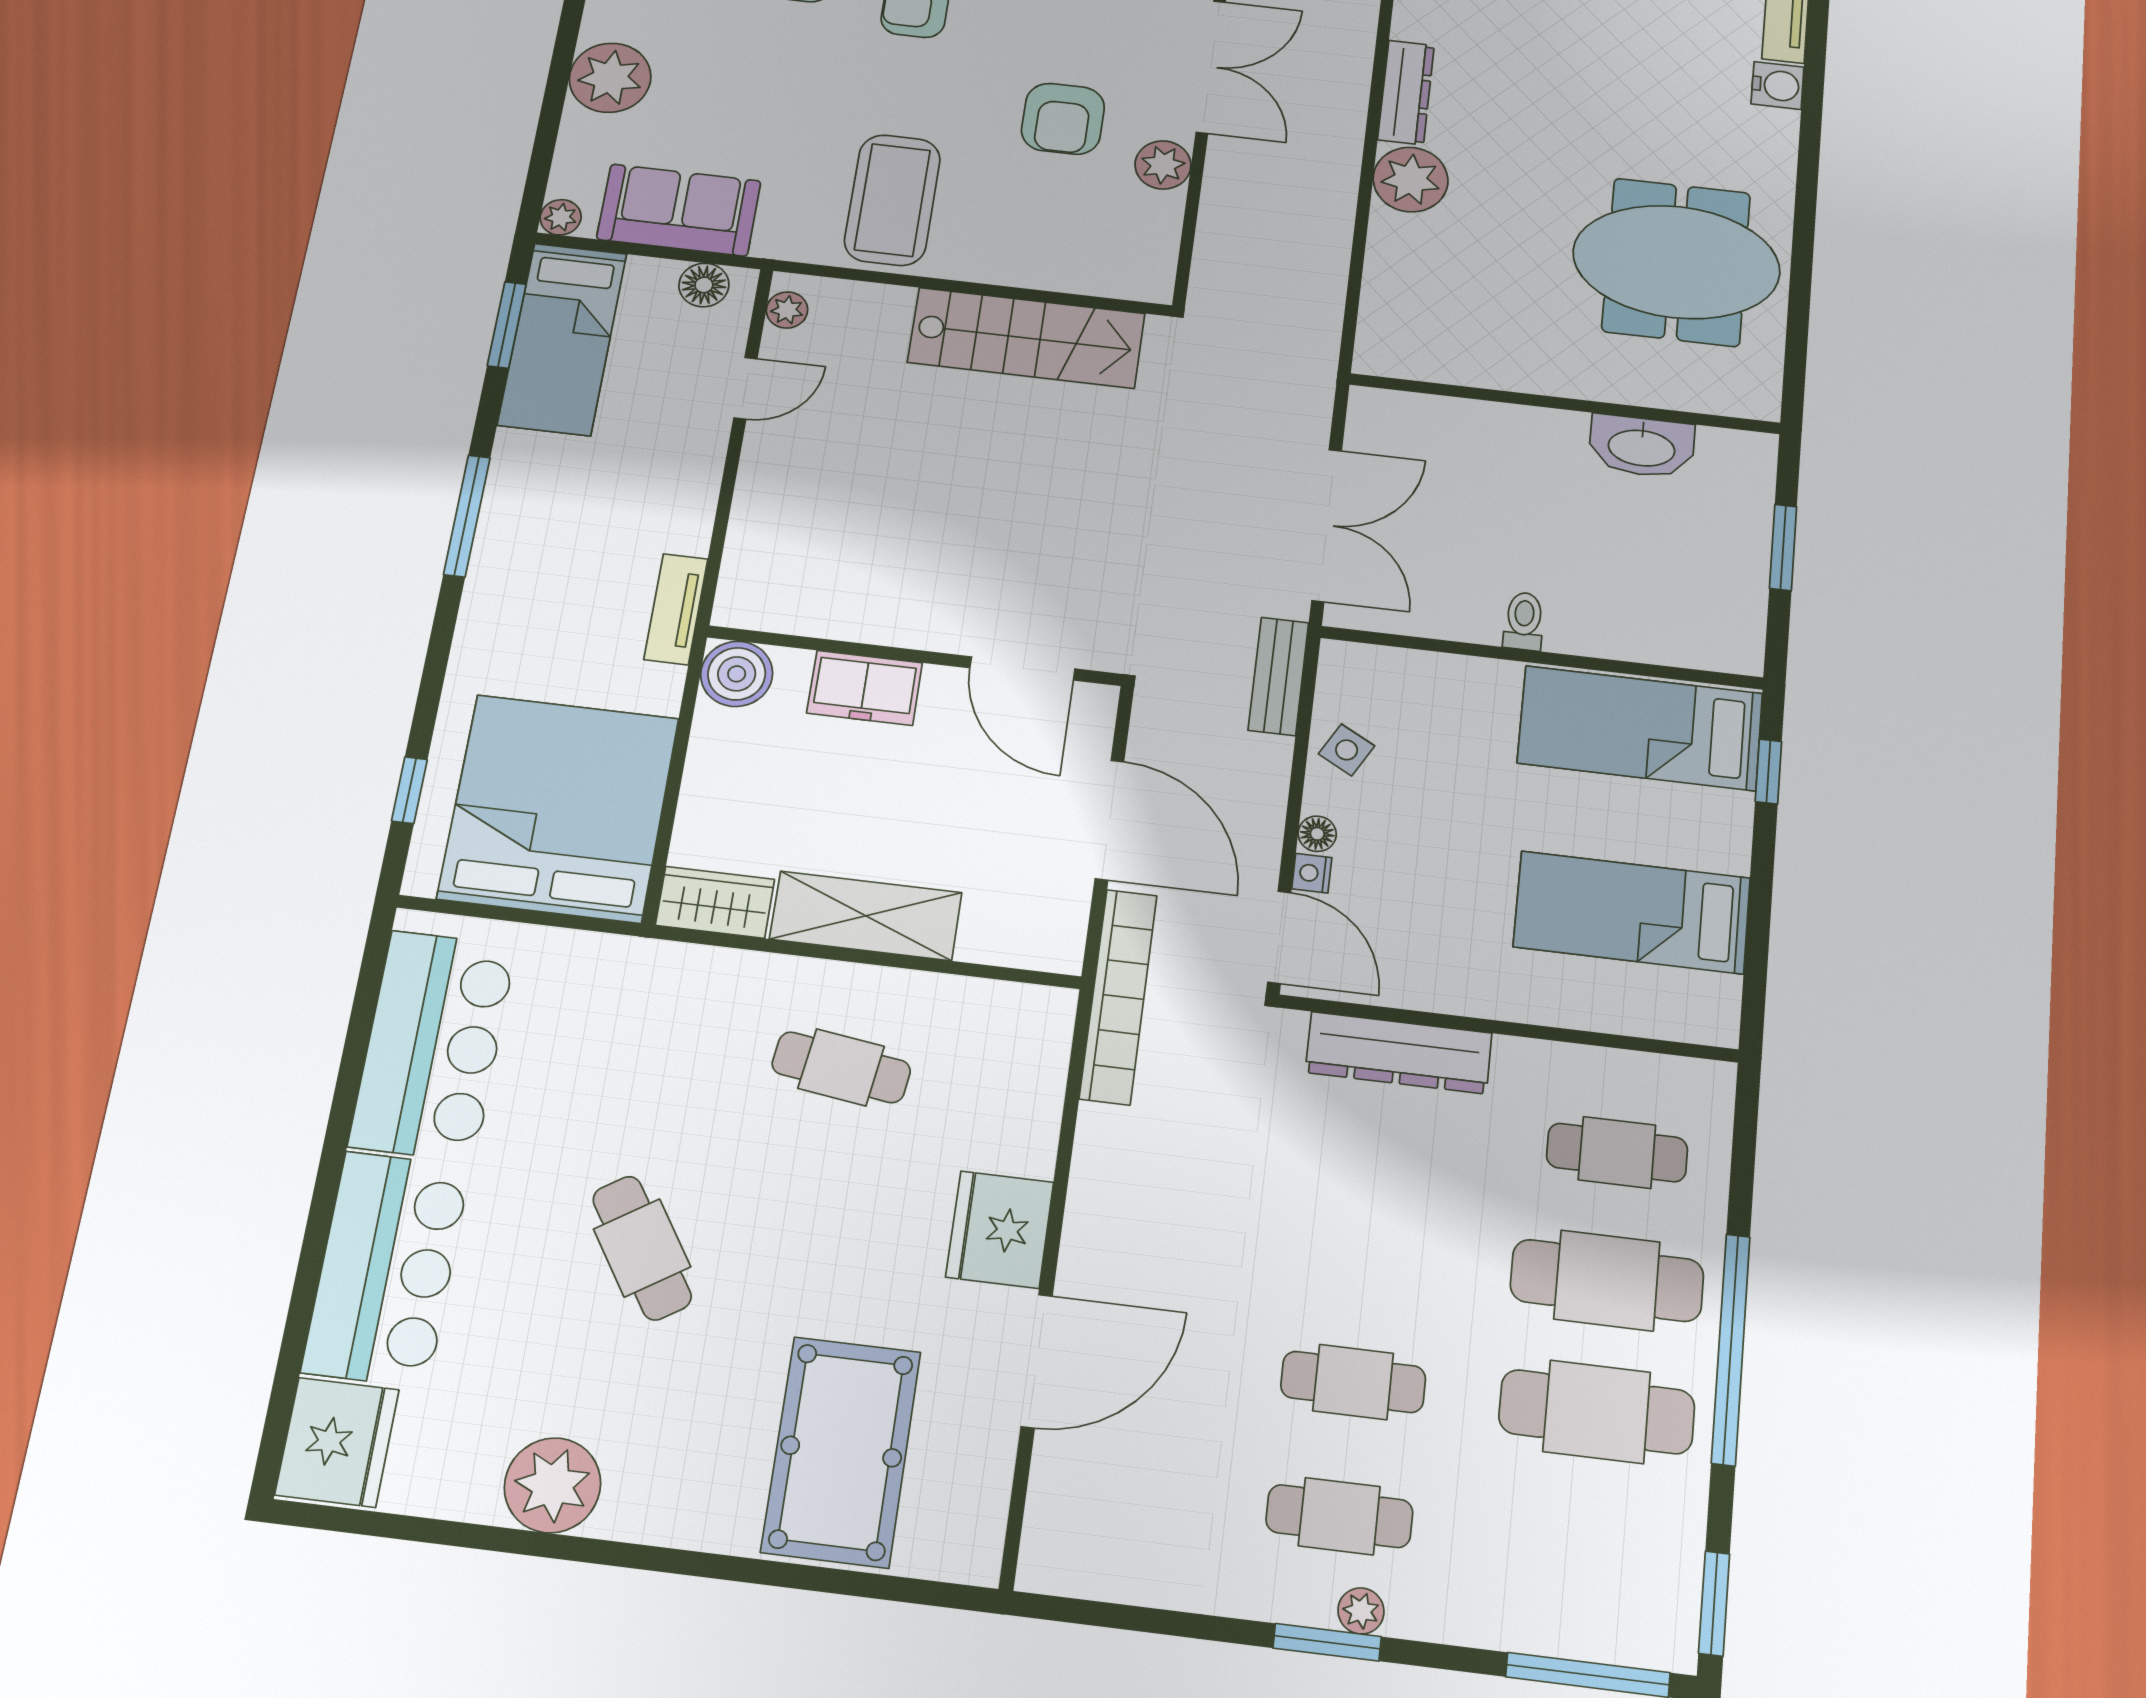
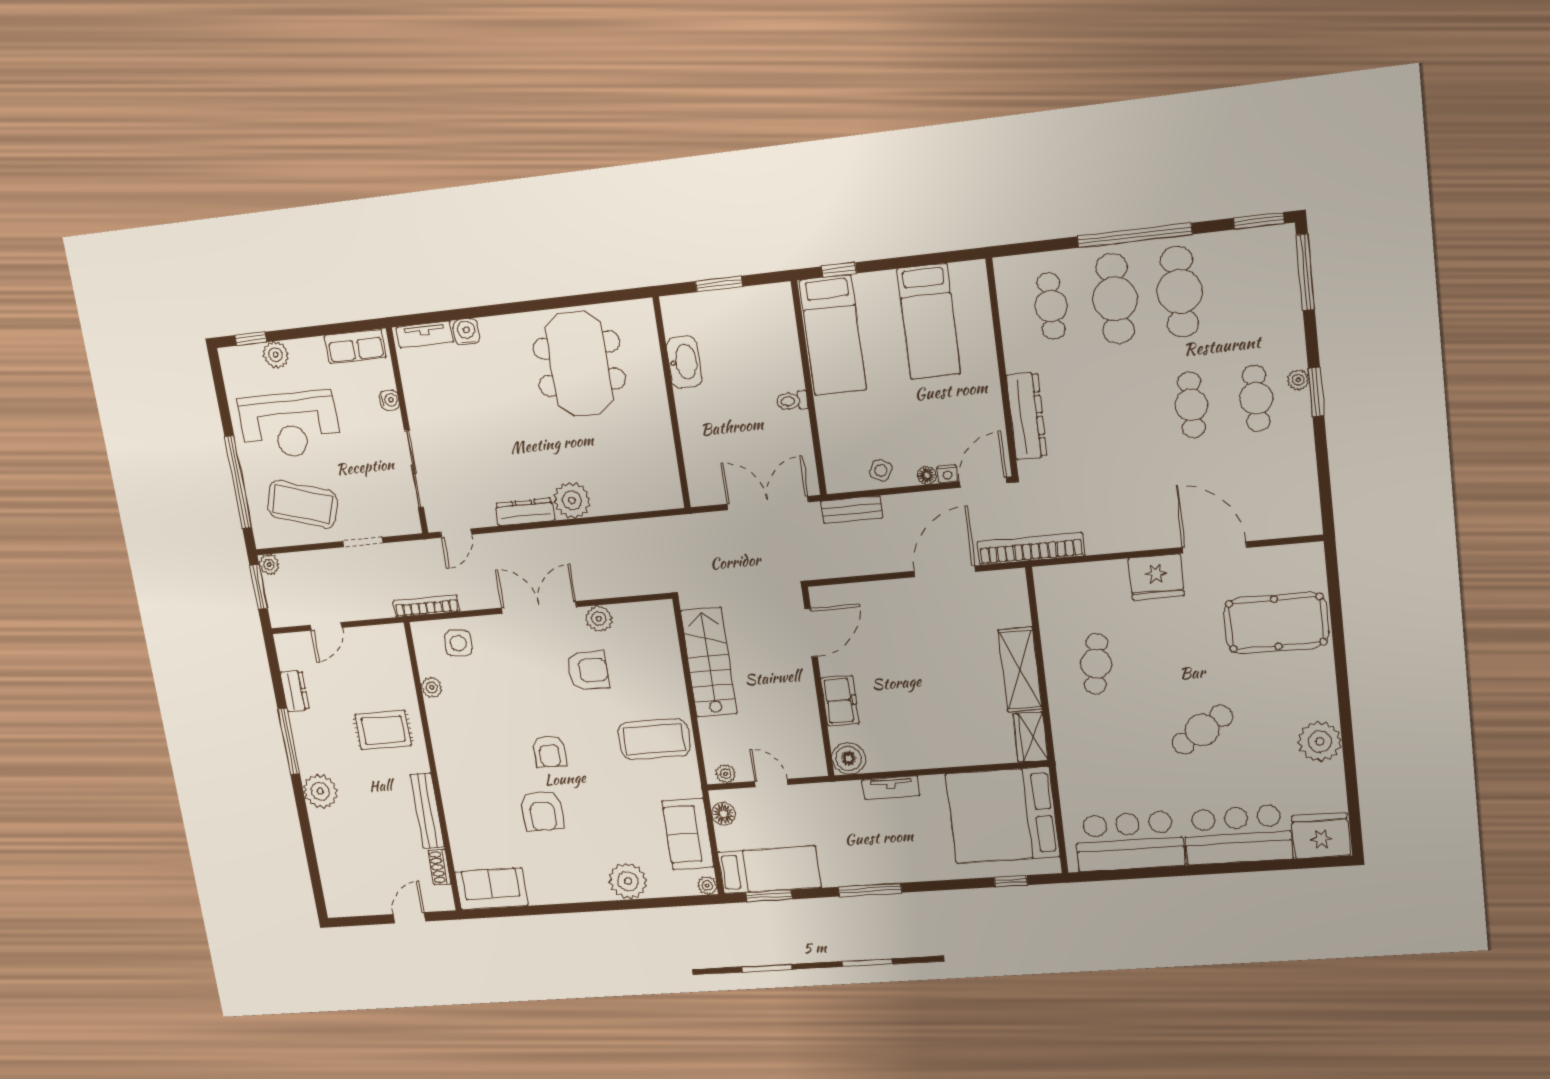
wall: (914, 656) -> (818, 682), moved
door: (1022, 668) -> (811, 633), moved
boiler: (737, 674) -> (849, 758), moved
freezer: (865, 688) -> (840, 701), moved

